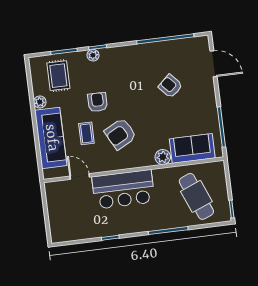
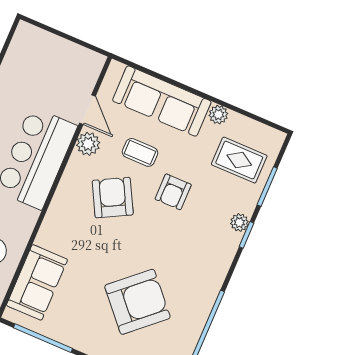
armchair: (170, 86) -> (137, 302), width x1.88, depth x1.88
armchair: (98, 102) -> (173, 192), turned 90
plant: (163, 157) -> (88, 144), moved
door: (80, 177) -> (87, 110), hinge flipped

